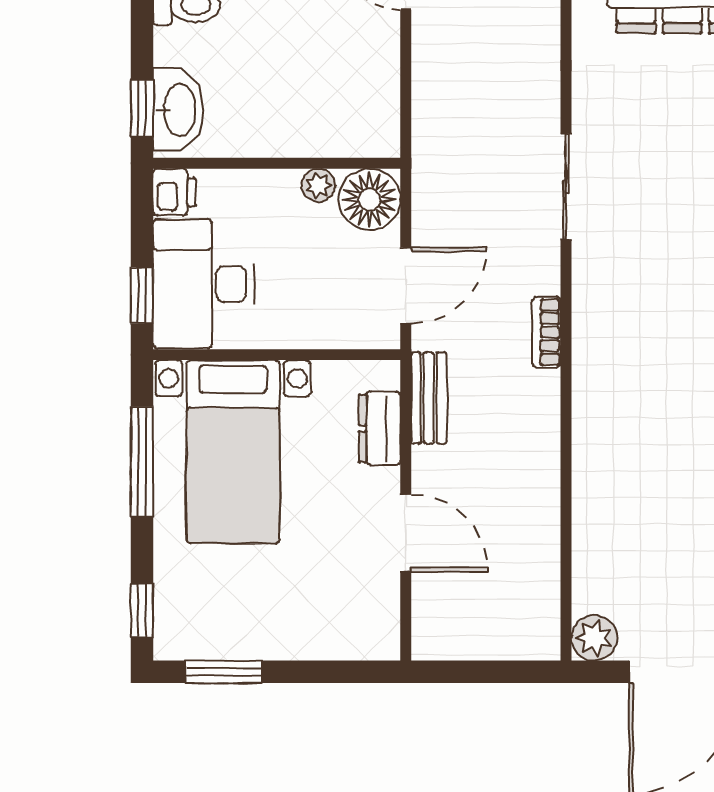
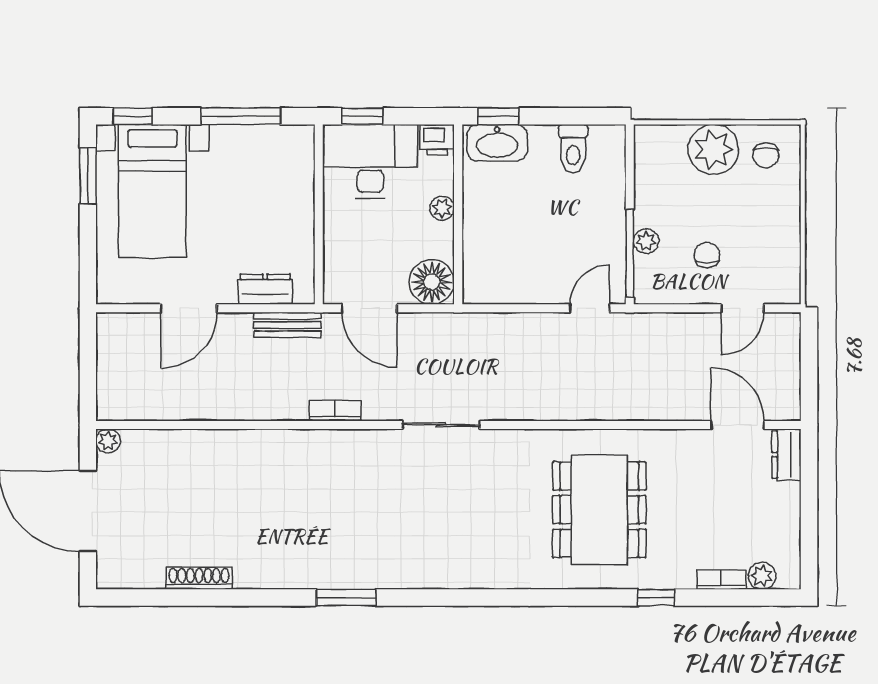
plant: (318, 185) -> (442, 208), moved
bed with nightstands: (233, 452) -> (152, 191), moved, turned -90
plant: (594, 638) -> (108, 441), width x0.73, depth x0.73

